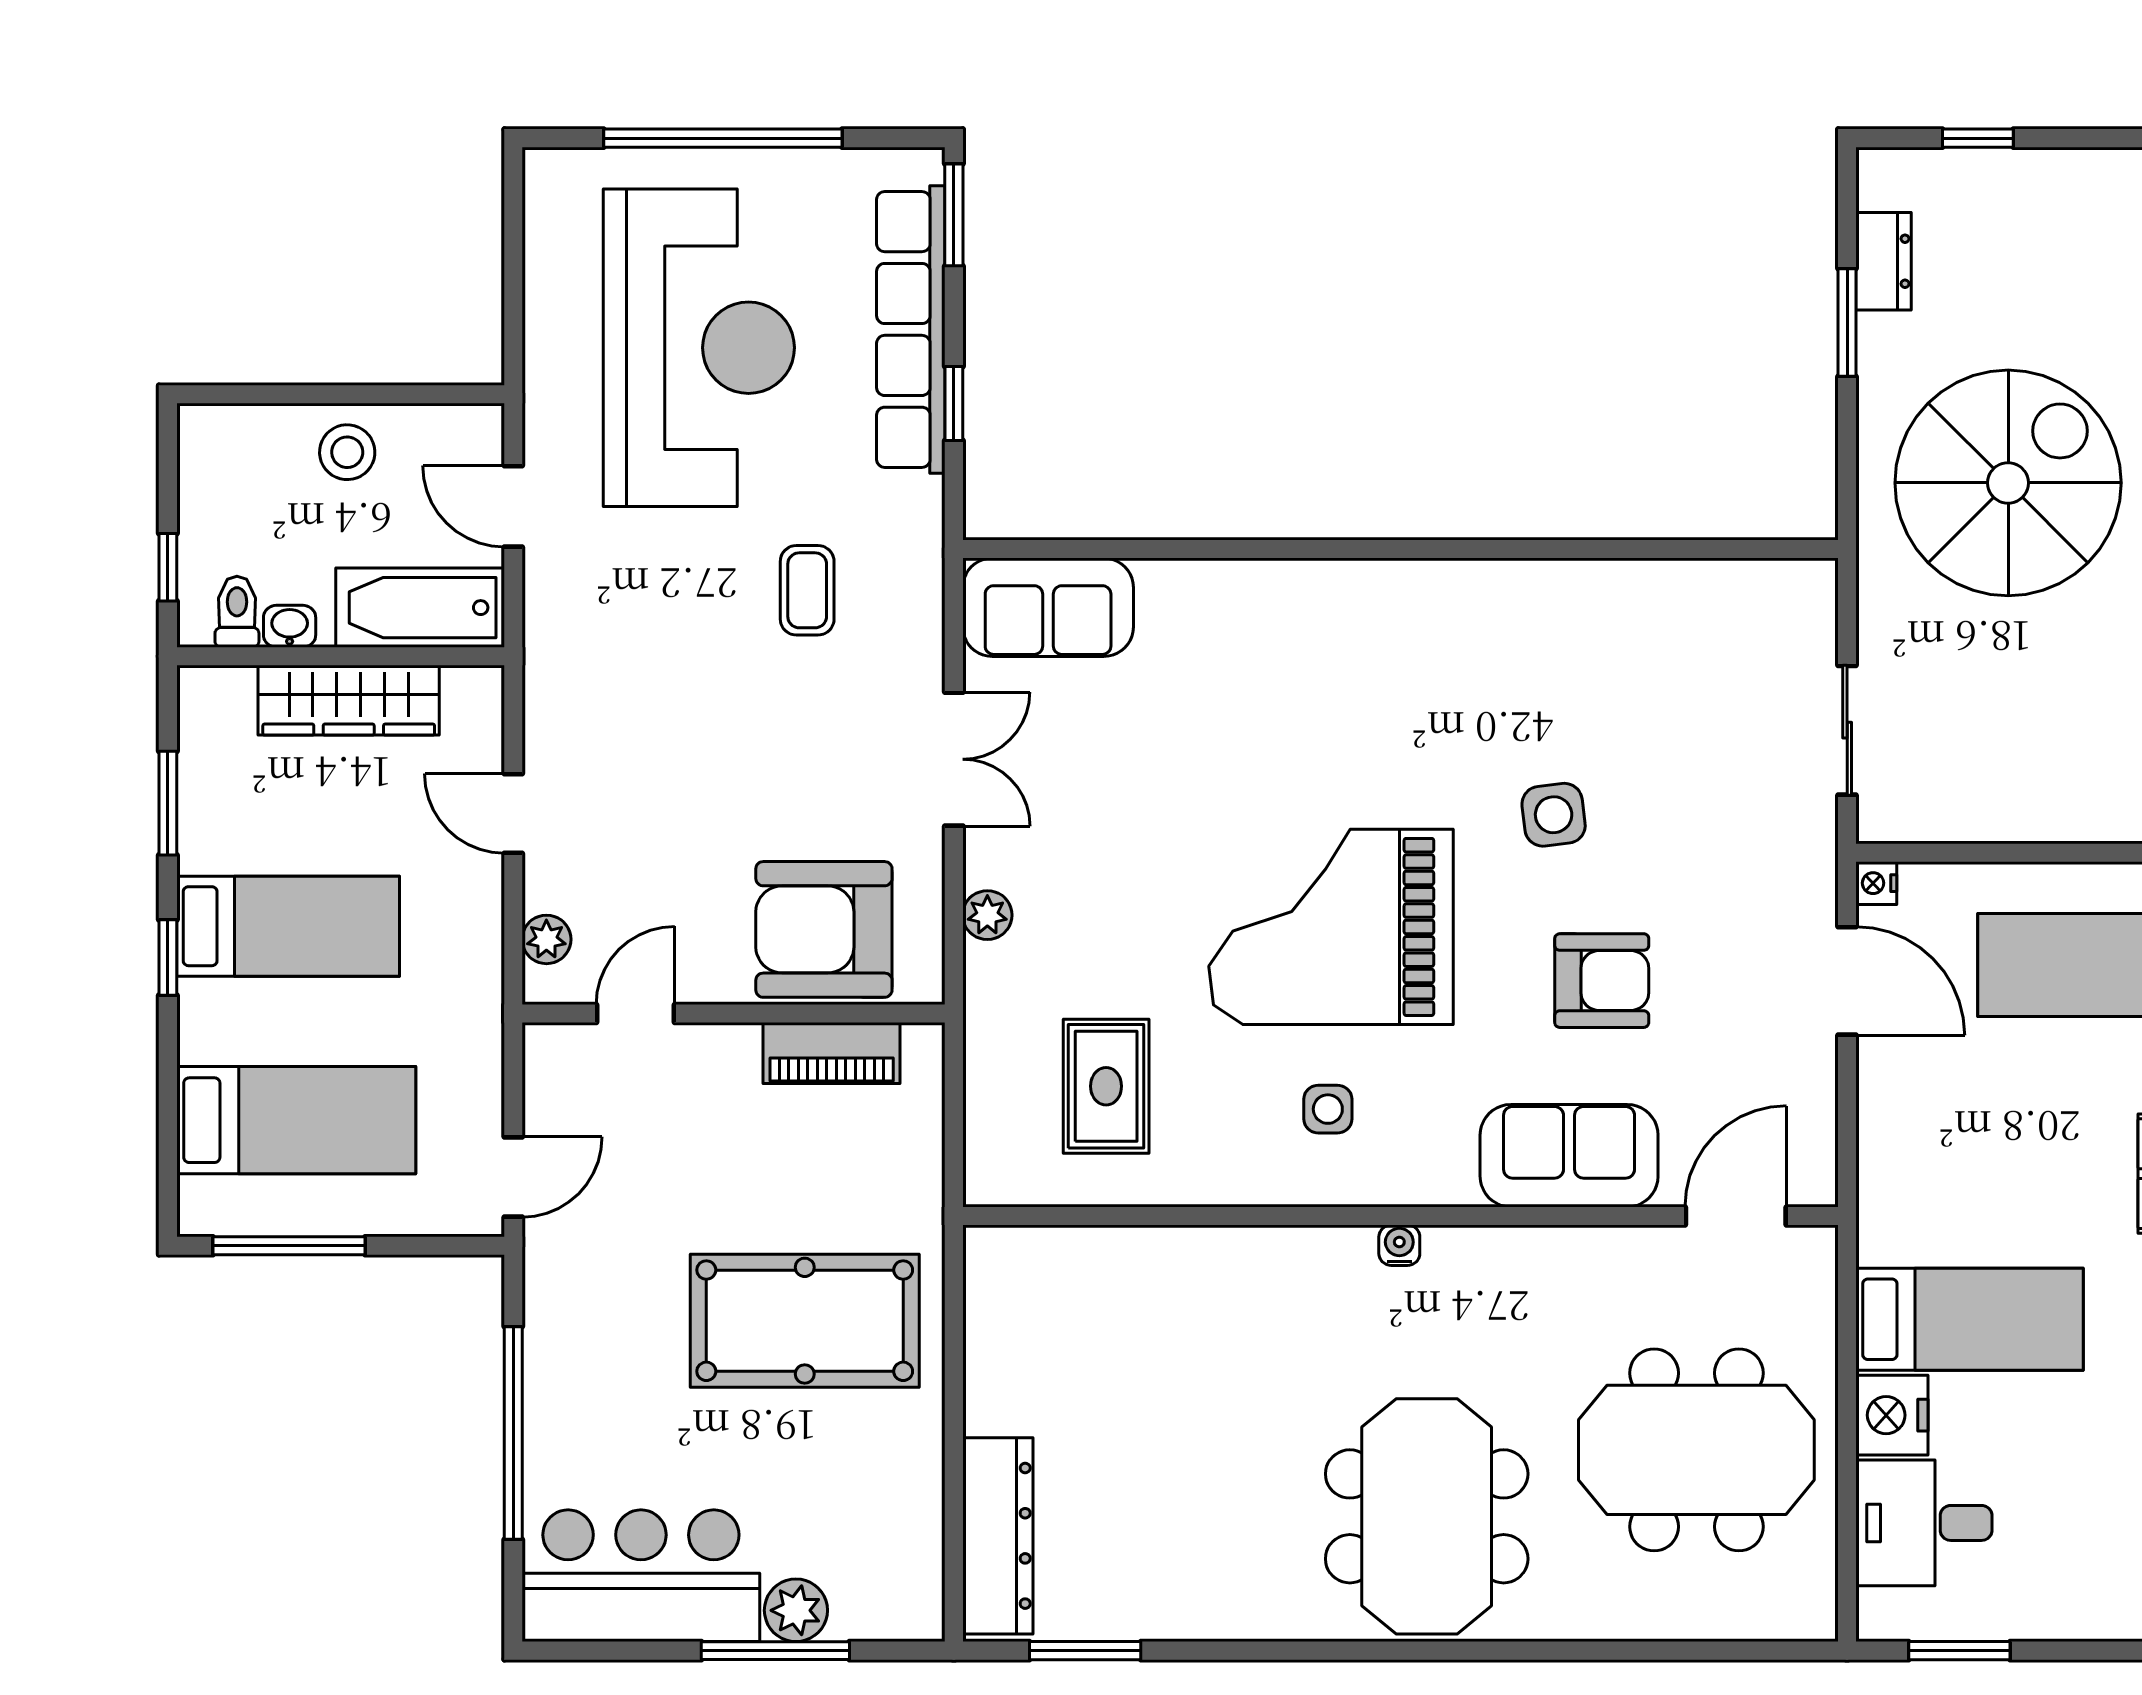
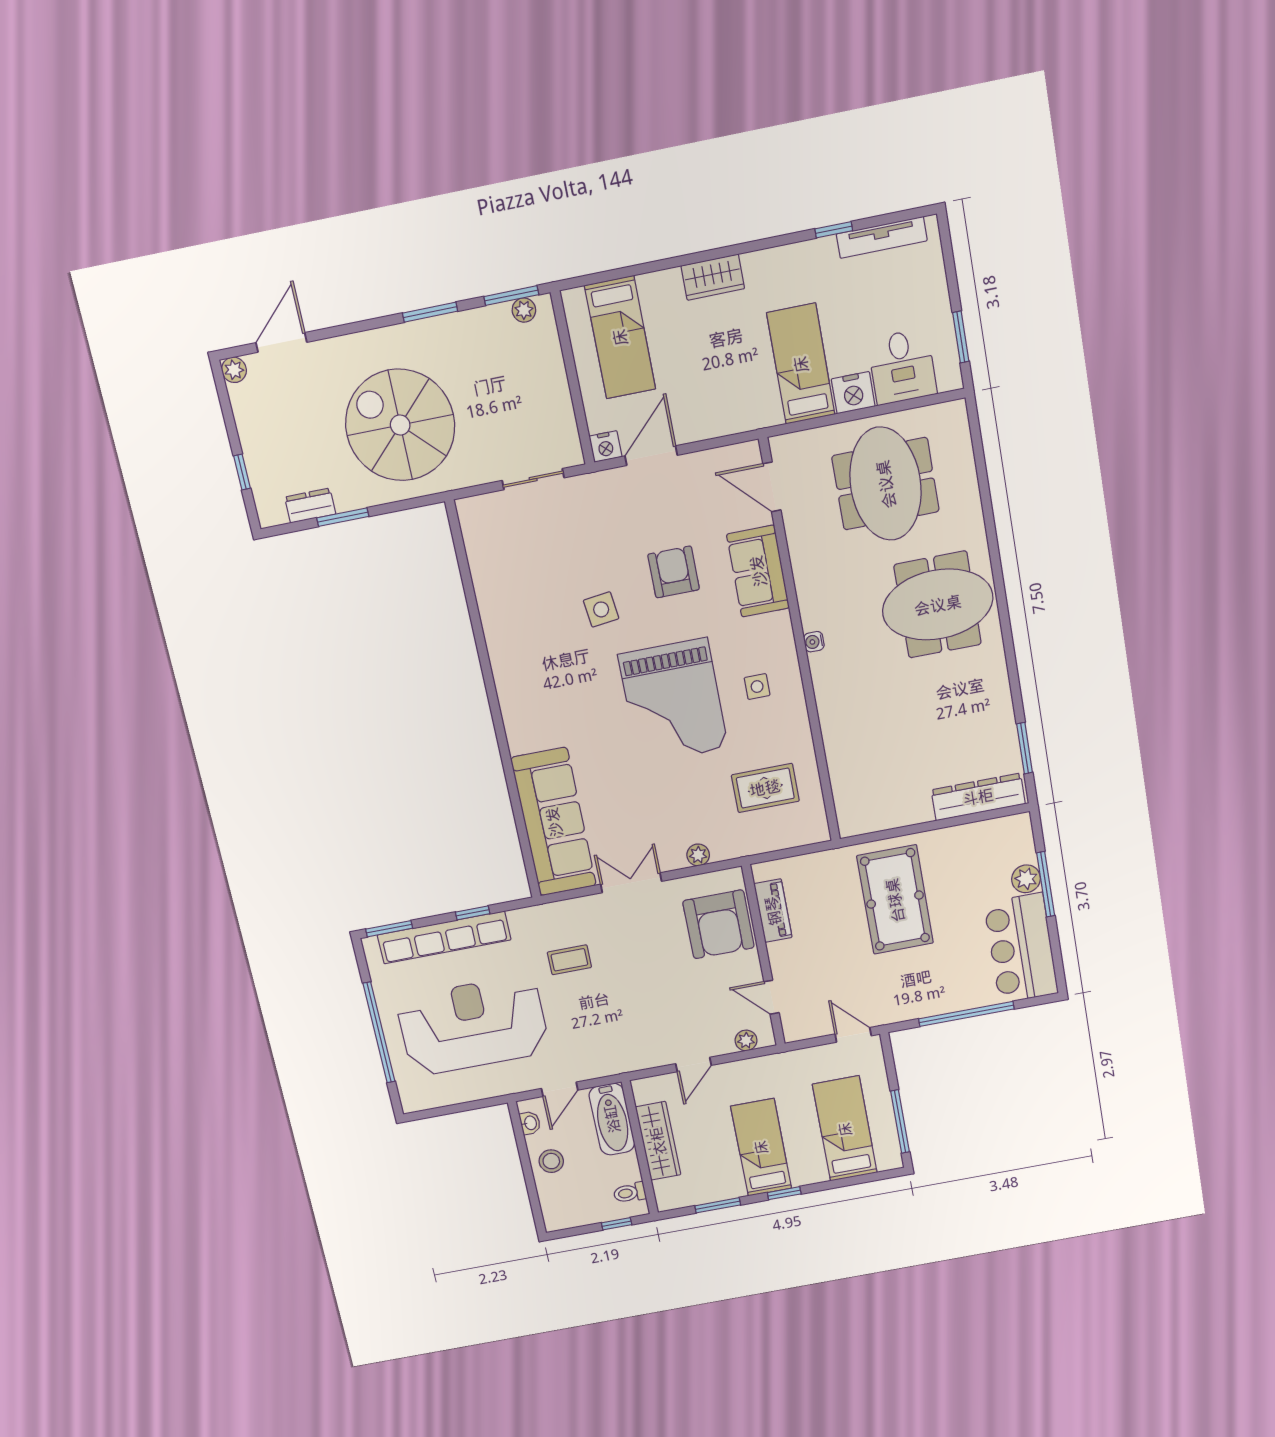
sofa: (1048, 607) -> (554, 822), width x1.85, depth x1.27
washbasin: (290, 626) -> (530, 1123), moved, turned 180
nightstand: (1876, 883) -> (605, 447), width x1.39, depth x1.35

